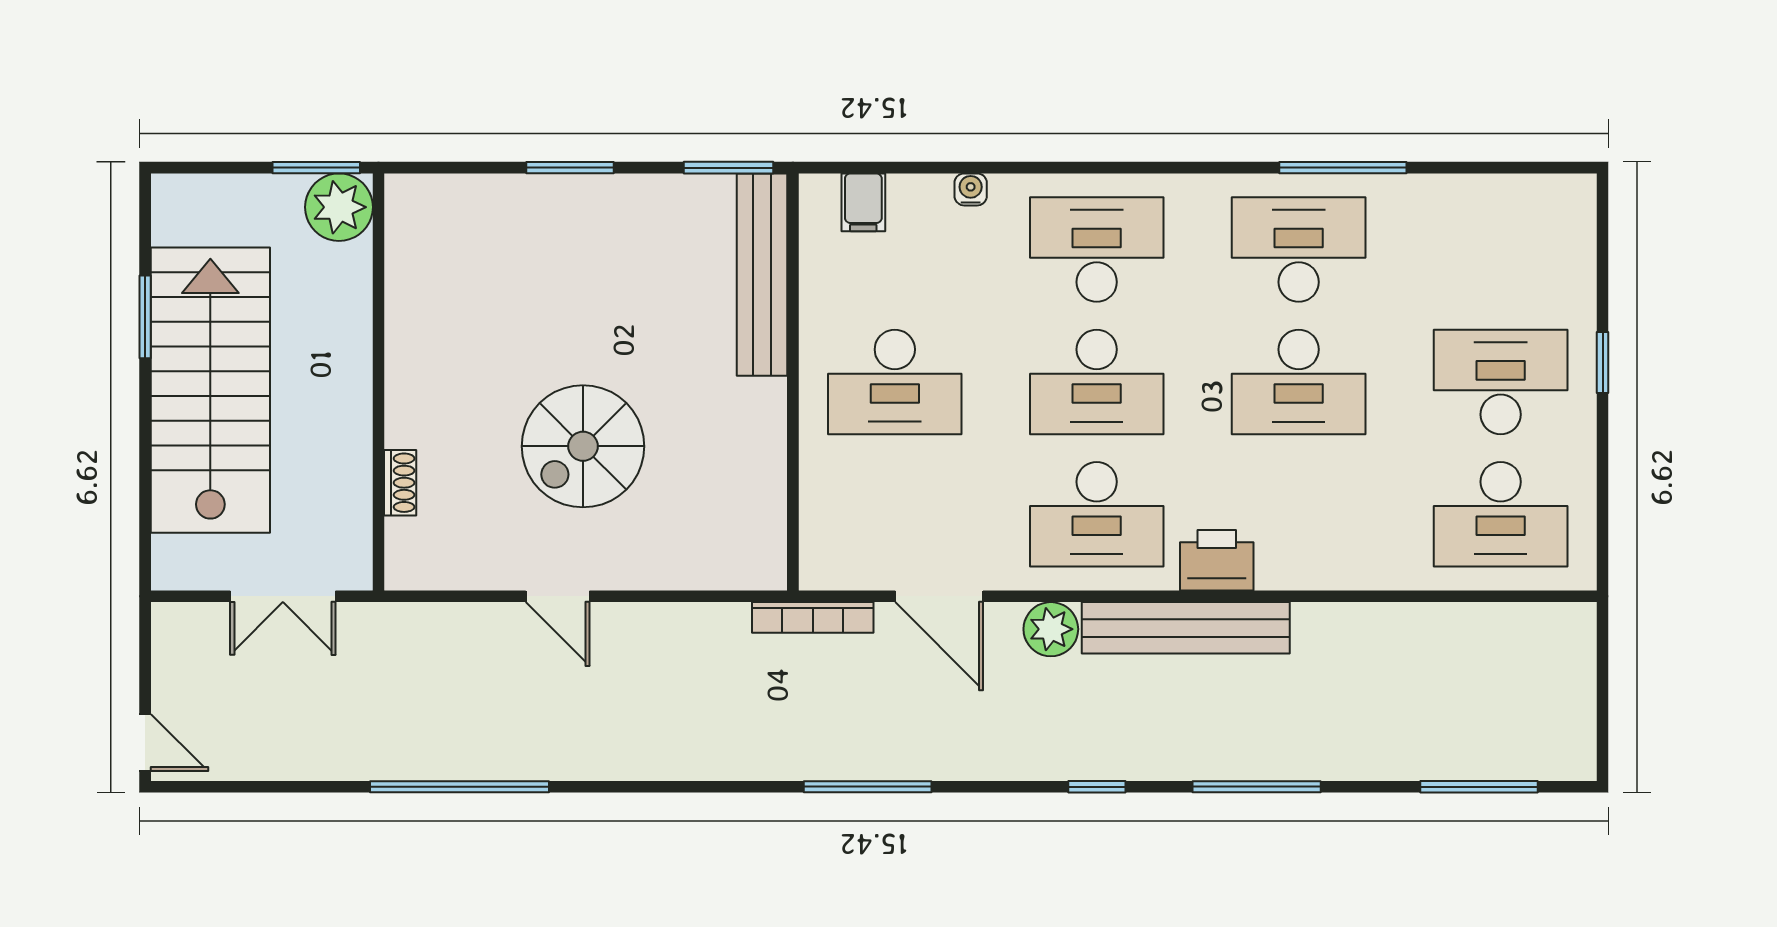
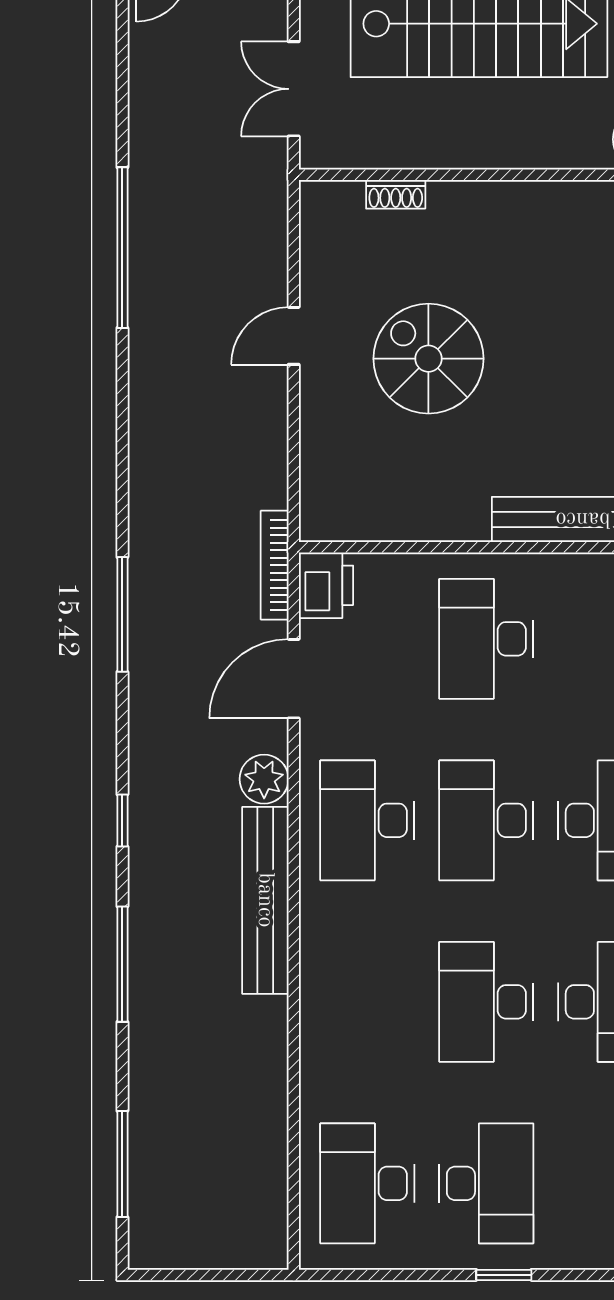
printer: (1217, 560) -> (326, 585), moved

